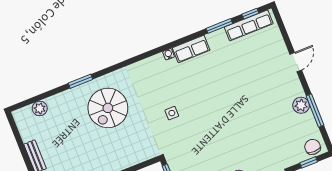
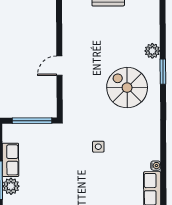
plant: (40, 108) -> (152, 51), moved

